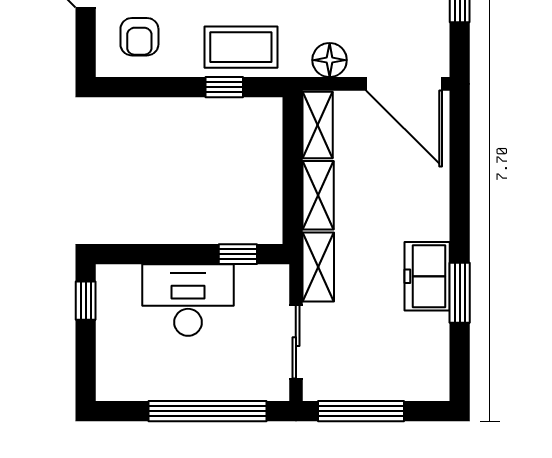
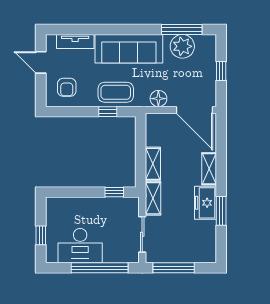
shelving: (318, 125) -> (209, 169), moved
desk: (188, 300) -> (80, 246), moved, turned 180
window: (86, 301) -> (41, 235), moved

